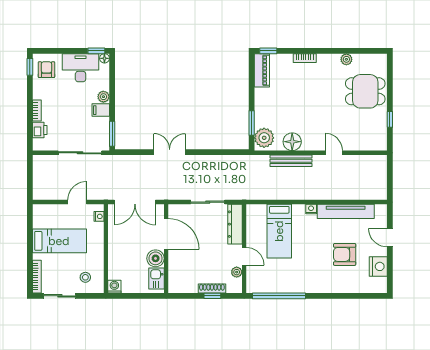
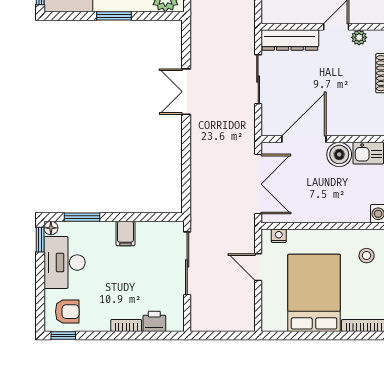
armchair: (46, 70) -> (67, 312), turned 180
plant: (103, 97) -> (106, 229), removed
window: (252, 123) -> (114, 16), moved
window: (112, 134) -> (82, 217), moved
double door: (170, 152) -> (186, 92), moved
bed: (59, 241) -> (314, 293), width x1.50

